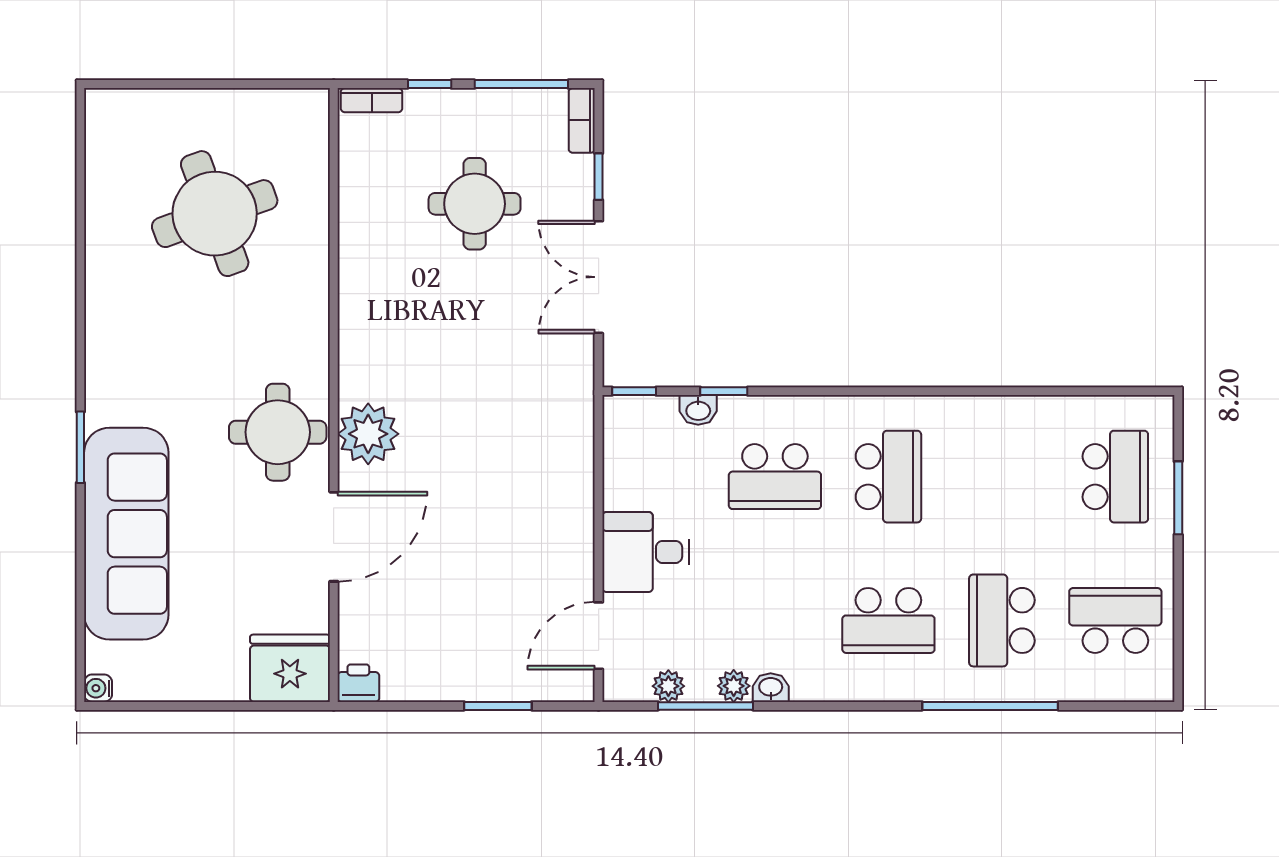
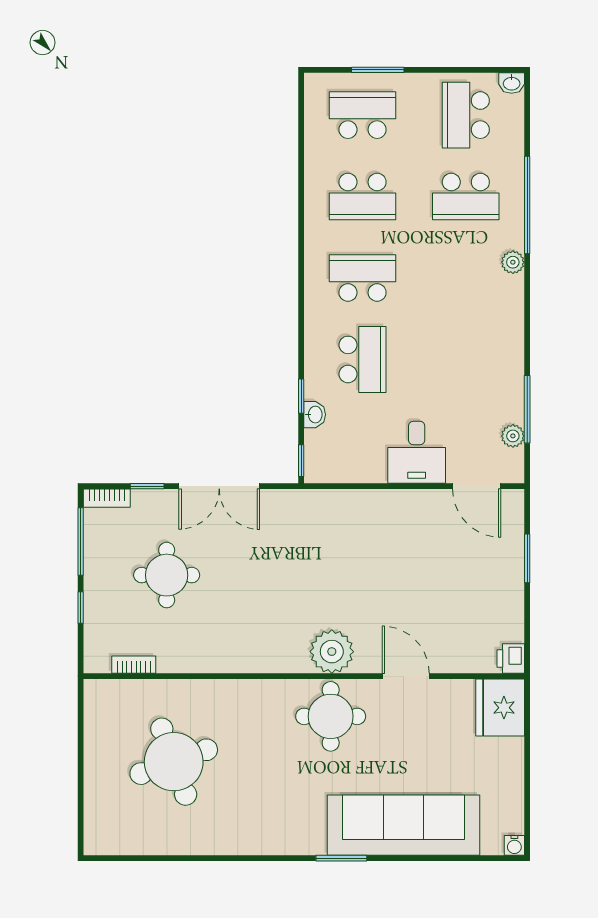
bookcase: (372, 100) -> (134, 665), moved, turned -90
door: (334, 537) -> (406, 676), width x0.73
school desk: (888, 620) -> (363, 197), moved, turned 90
plant: (734, 686) -> (513, 262), moved
washbasin: (771, 688) -> (512, 83), moved, turned -90

